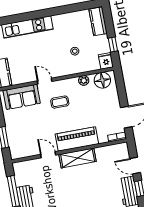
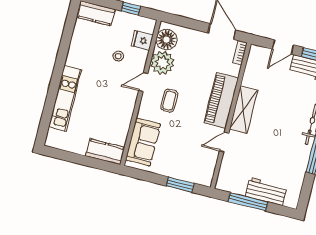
fridge: (106, 61) -> (142, 40), moved
plant: (84, 80) -> (162, 63), width x1.87, depth x1.87
door: (45, 81) -> (143, 82), moved

